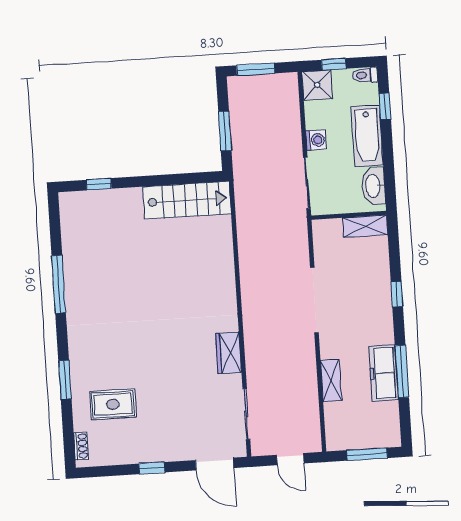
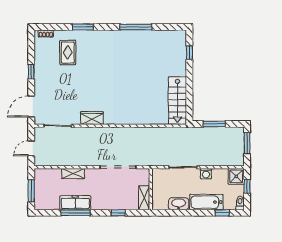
wall: (349, 215) -> (151, 189), moved
shelving: (365, 226) -> (144, 198), moved

